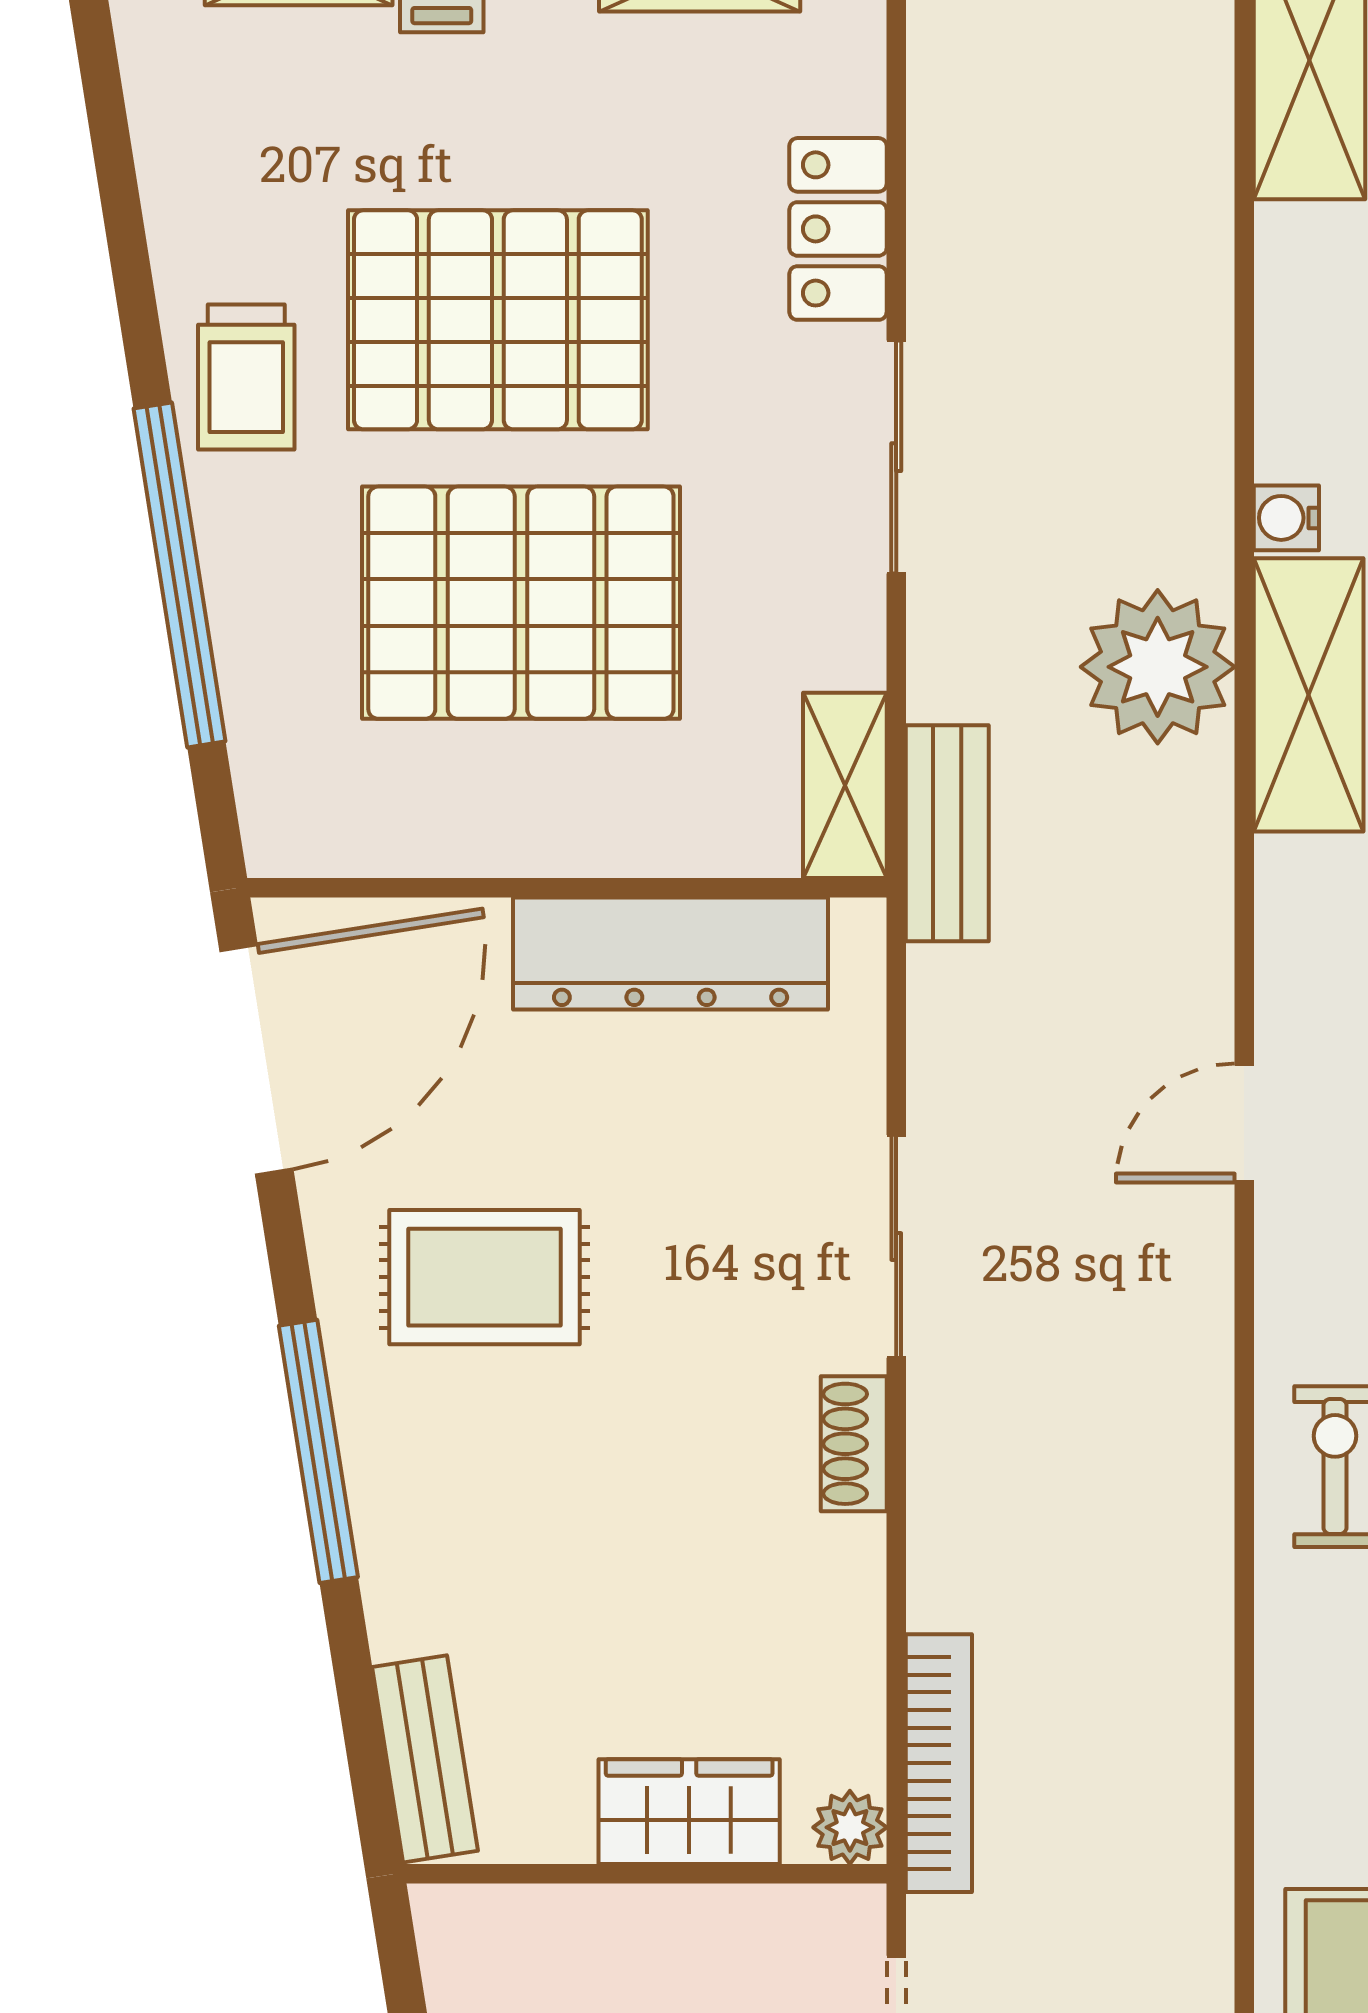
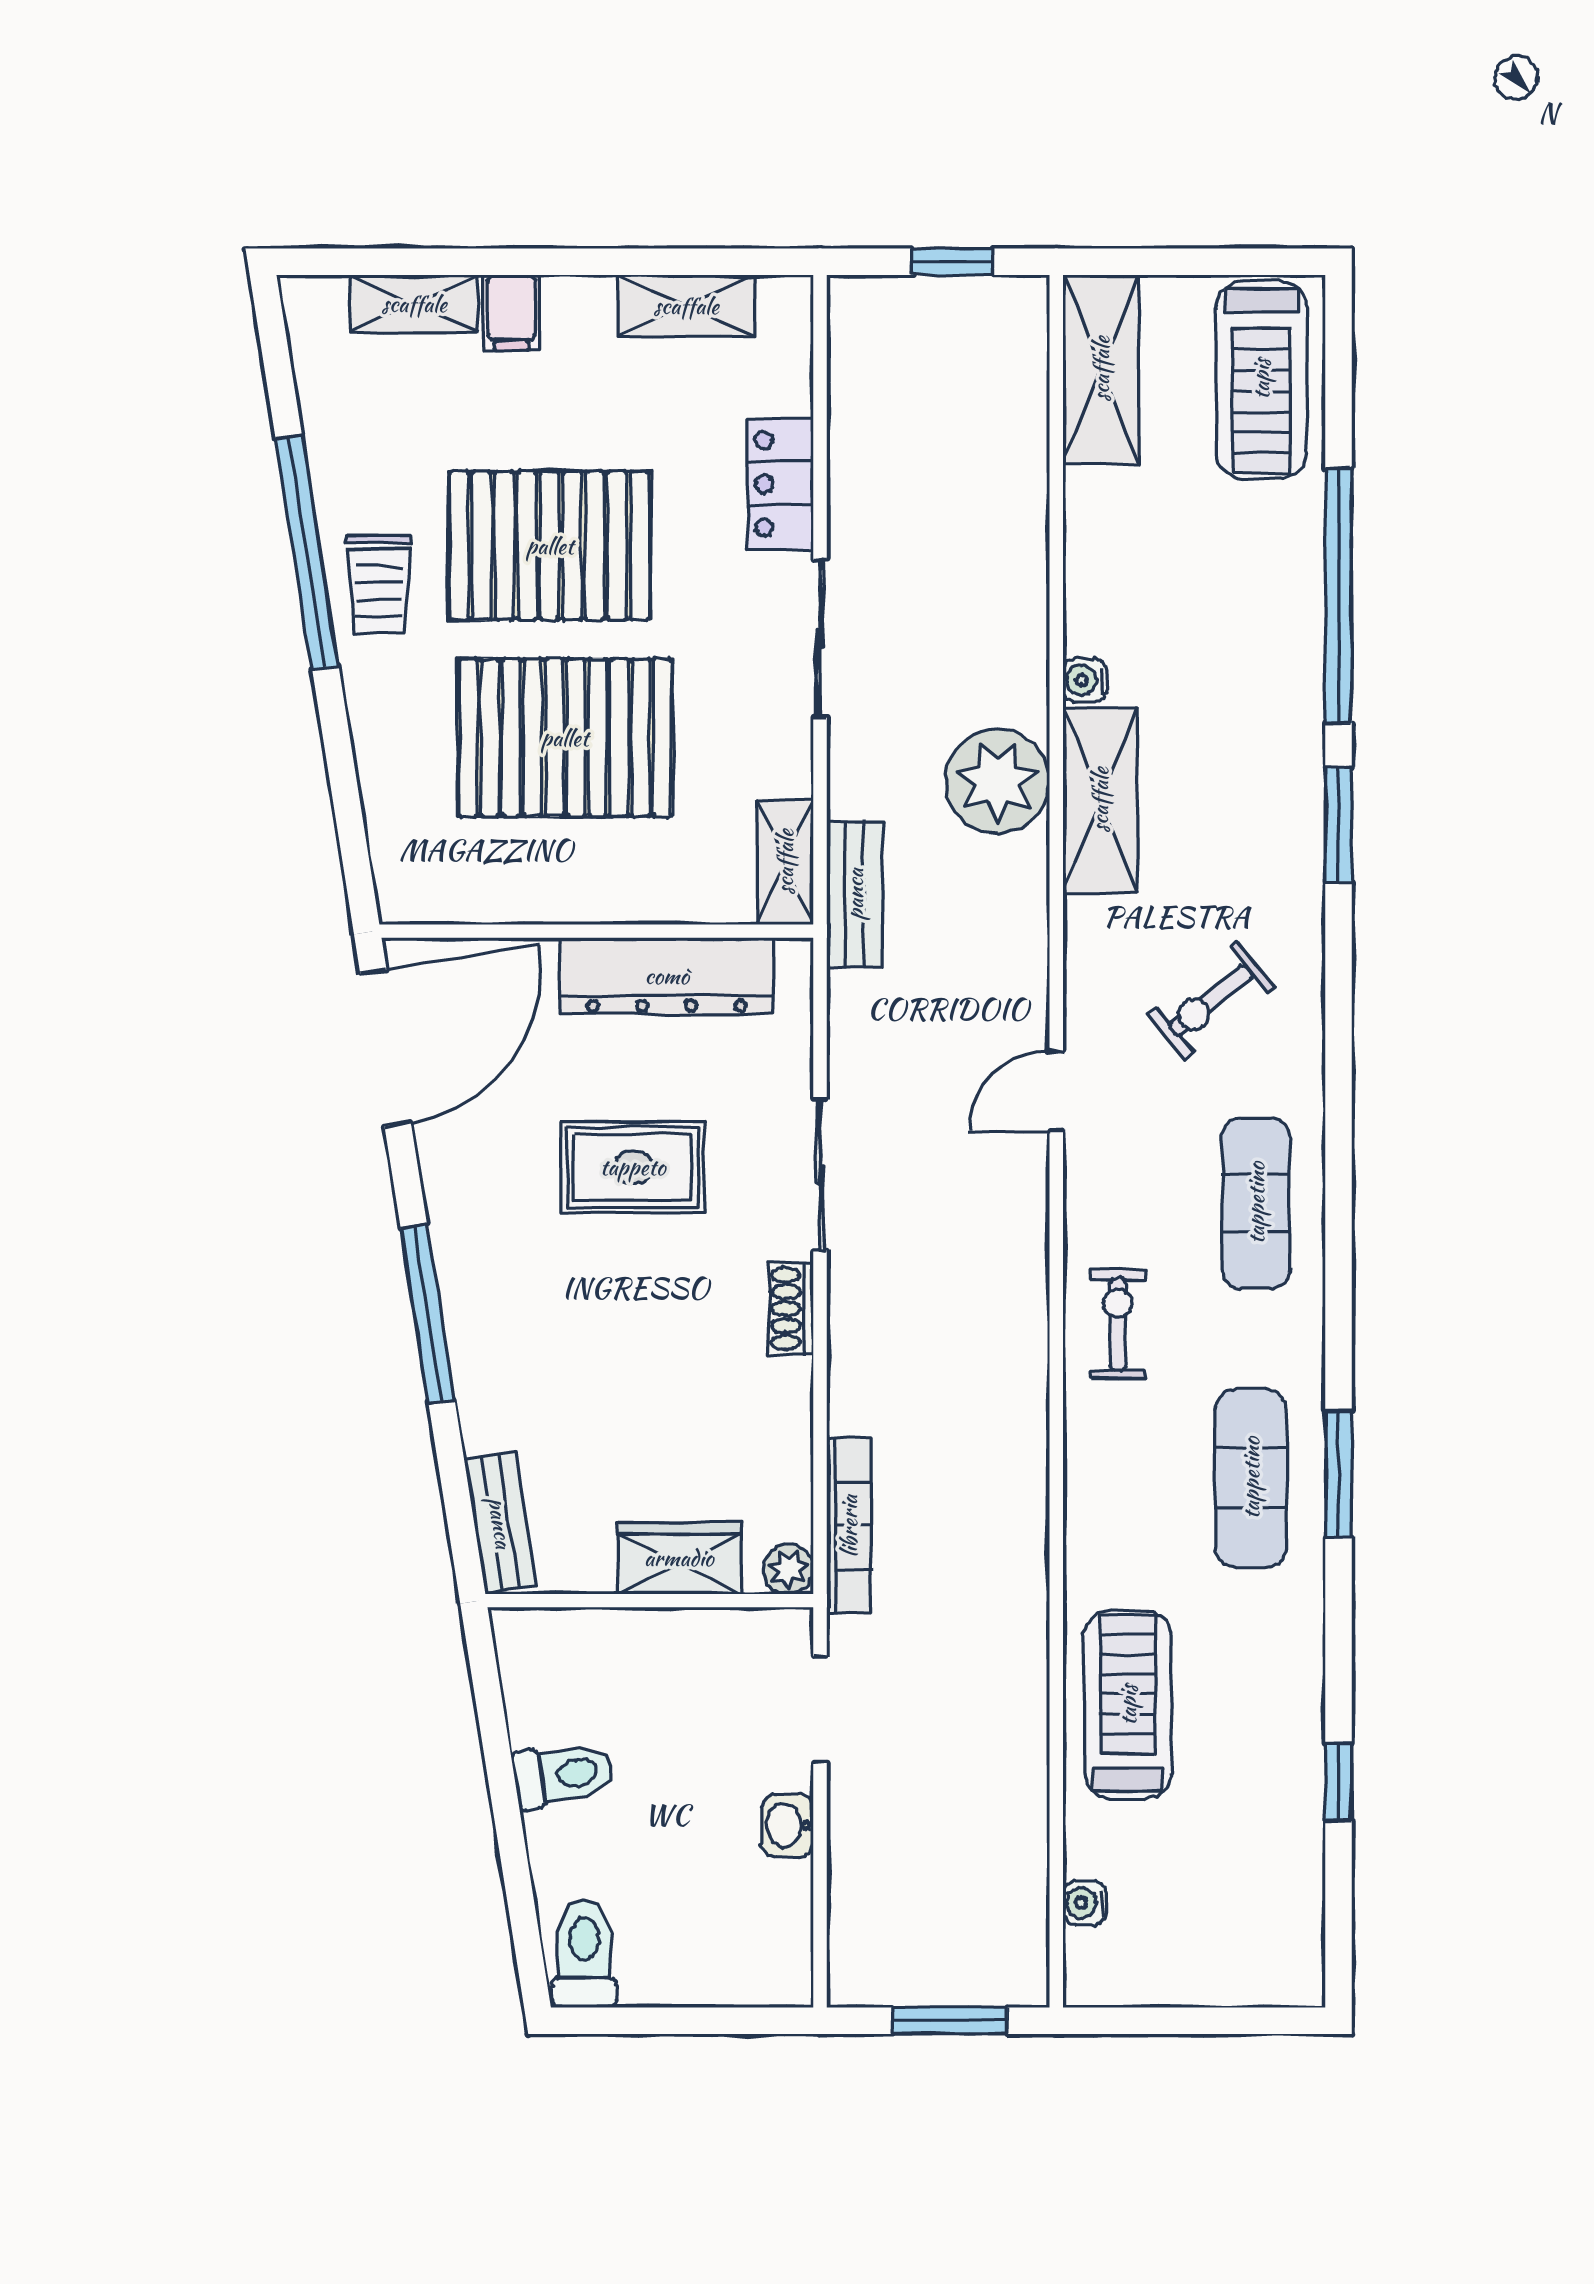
window: (180, 575) -> (307, 553), moved
rug: (485, 1277) -> (633, 1167), moved

